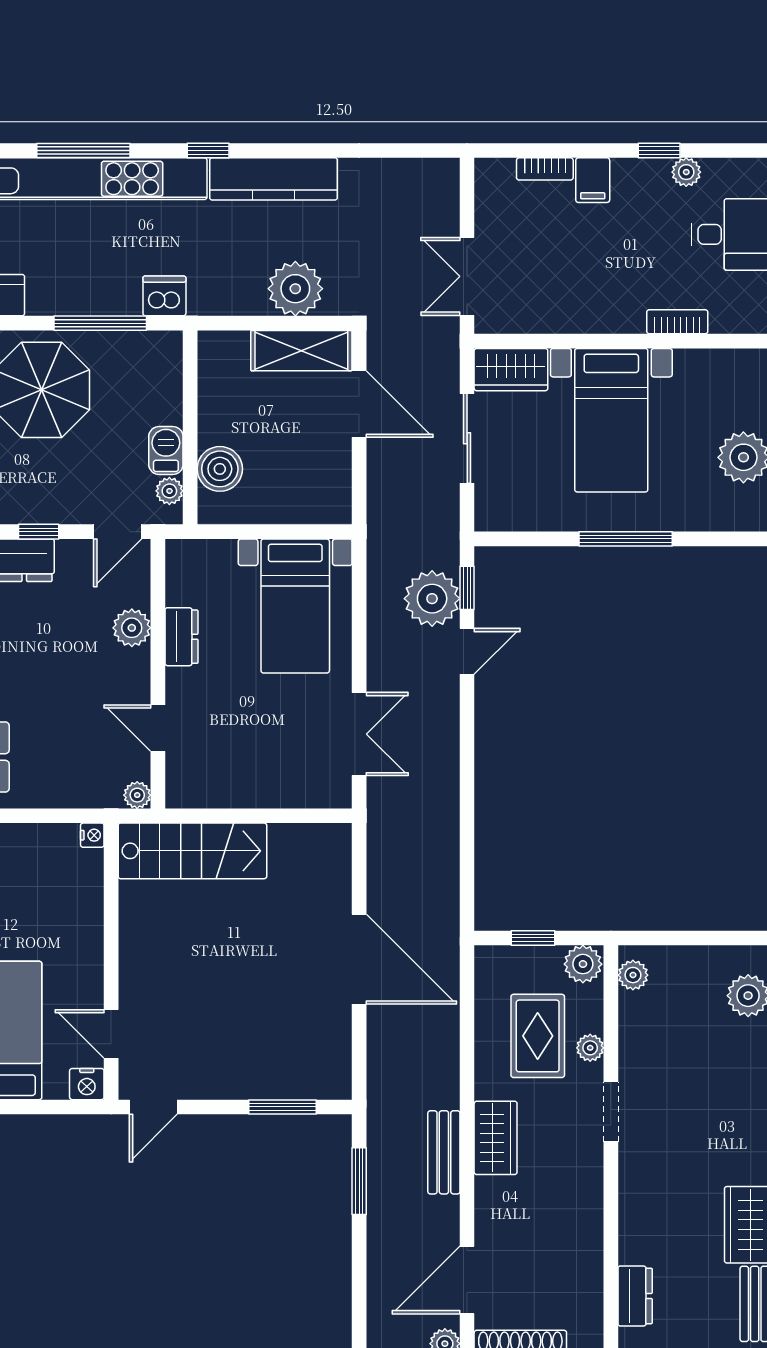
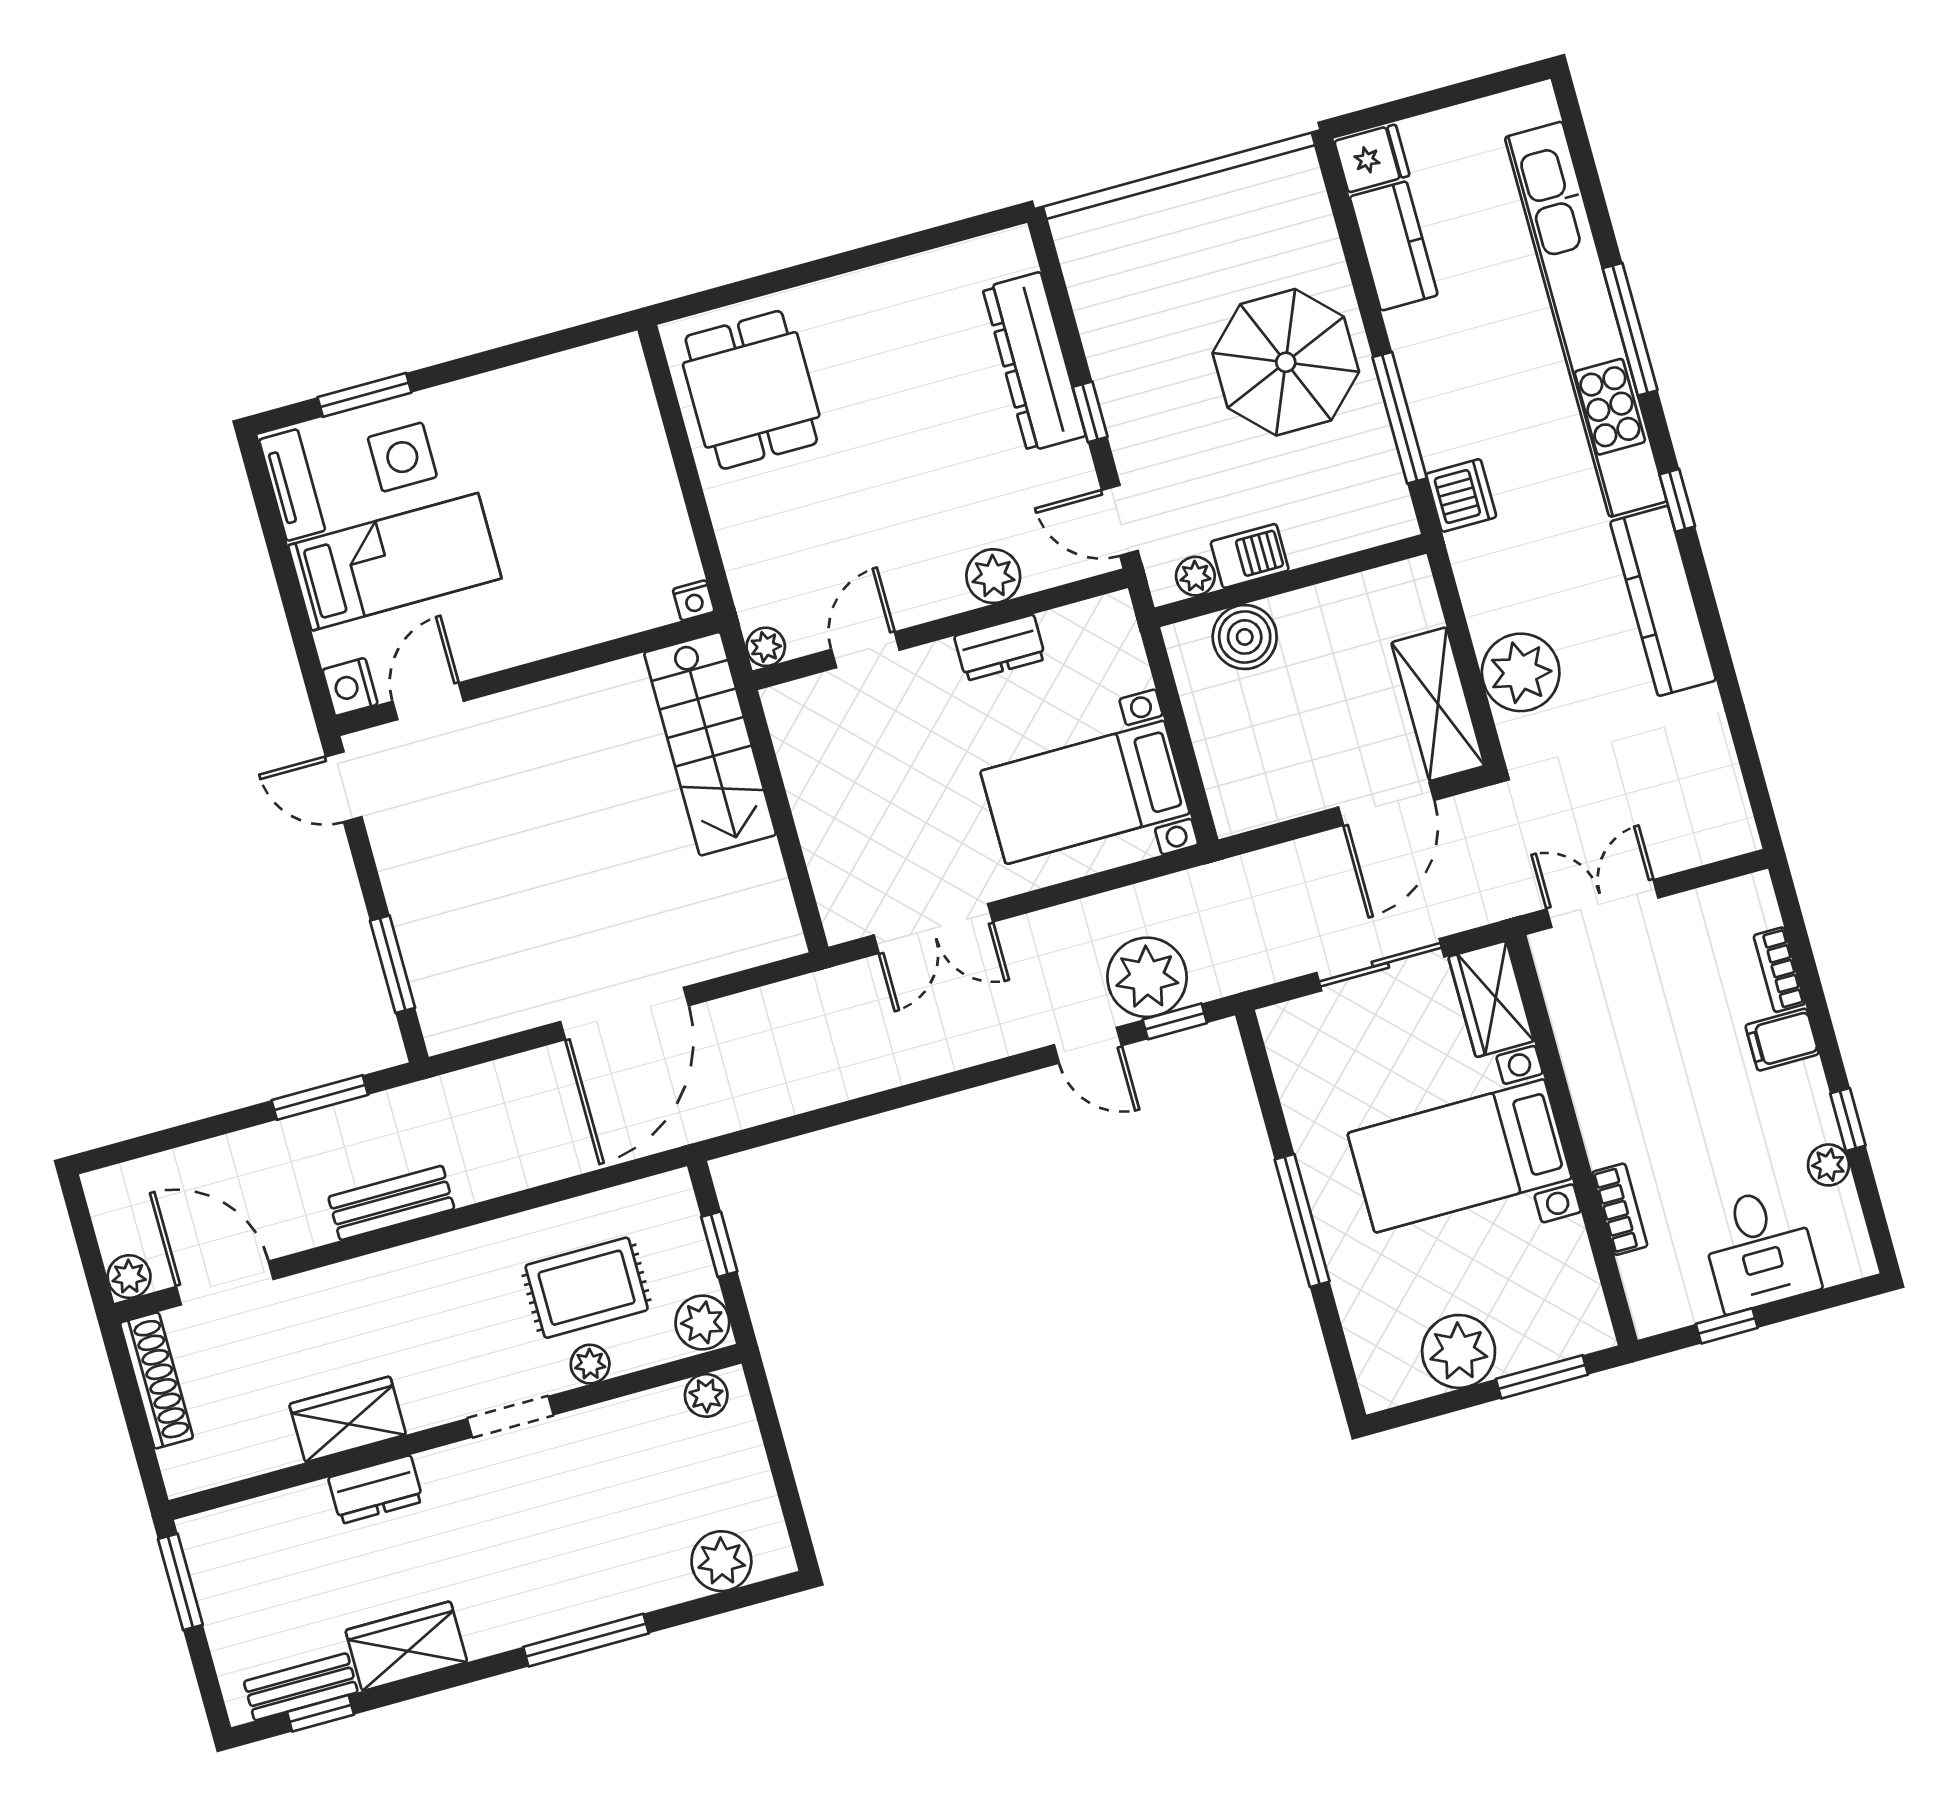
wardrobe: (496, 1138) -> (348, 1419), moved, turned 180
dresser: (635, 1296) -> (376, 1490), moved

